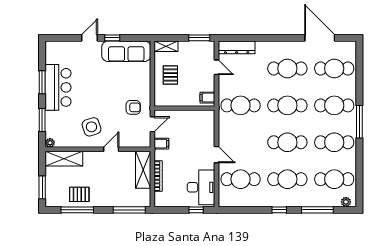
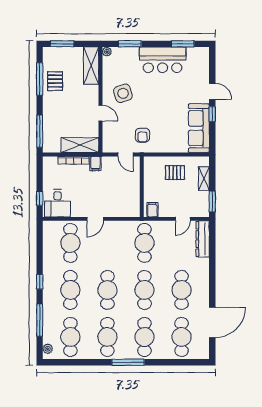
shelving: (166, 46) -> (204, 179), moved
window: (42, 82) -> (183, 44), moved
filing cabinet: (161, 144) -> (95, 164), moved
desk: (201, 187) -> (57, 203), width x0.73

